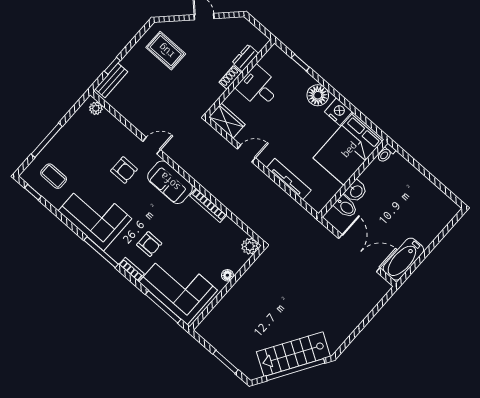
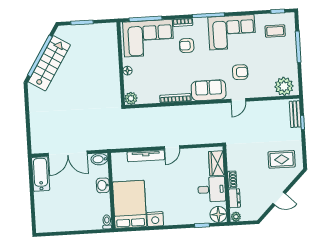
plant: (261, 39) -> (236, 217), added
floor lamp: (318, 95) -> (218, 214), moved
plant: (96, 108) -> (284, 86), width x1.87, depth x1.87
wardrobe: (227, 121) -> (216, 163), moved, turned 90
door: (246, 153) -> (172, 147), moved
armchair: (124, 170) -> (240, 72), turned 180
bidet: (346, 207) -> (99, 159), moved

